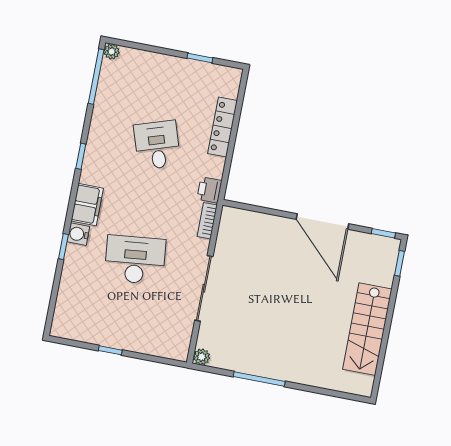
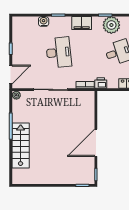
plant: (102, 148) -> (111, 25), added
water cooler: (78, 234) -> (44, 21), moved
stairs: (367, 329) -> (21, 145), moved, turned 90
door: (160, 360) -> (11, 75), added

